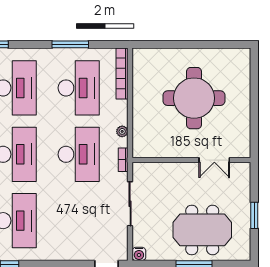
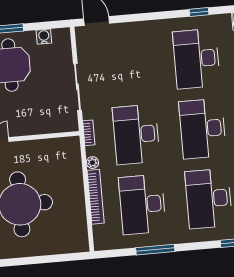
bookcase: (122, 73) -> (96, 197), moved
water cooler: (139, 254) -> (44, 37), moved

